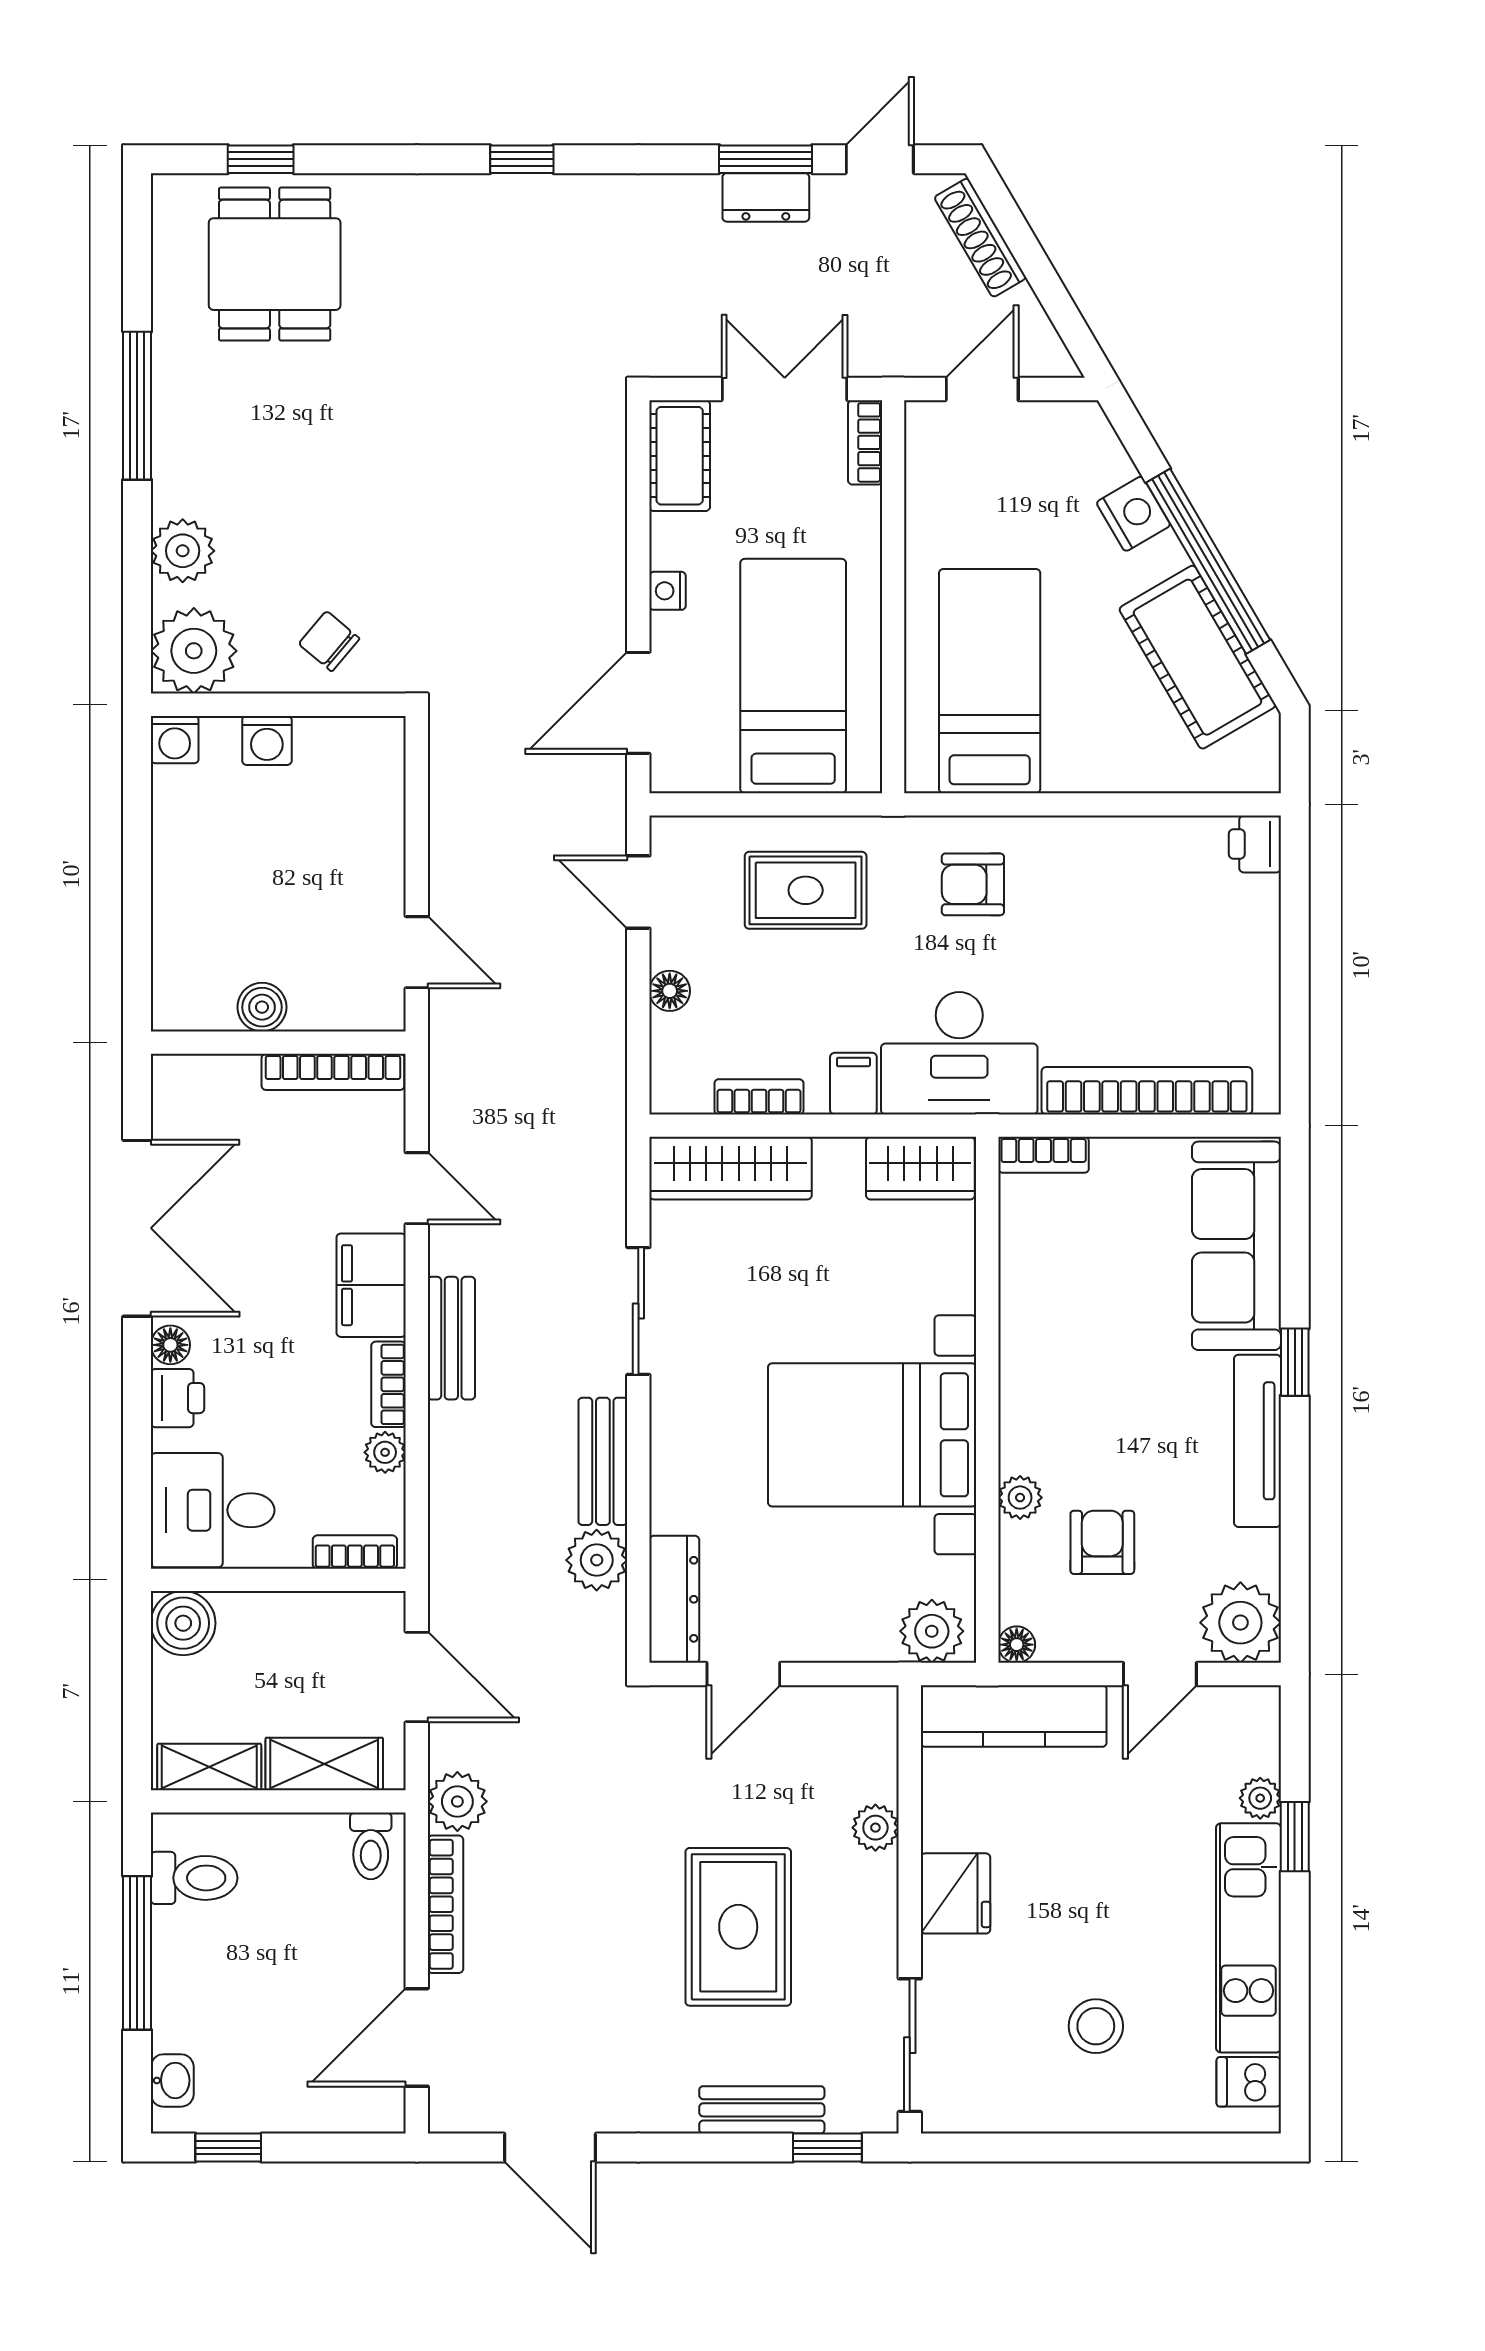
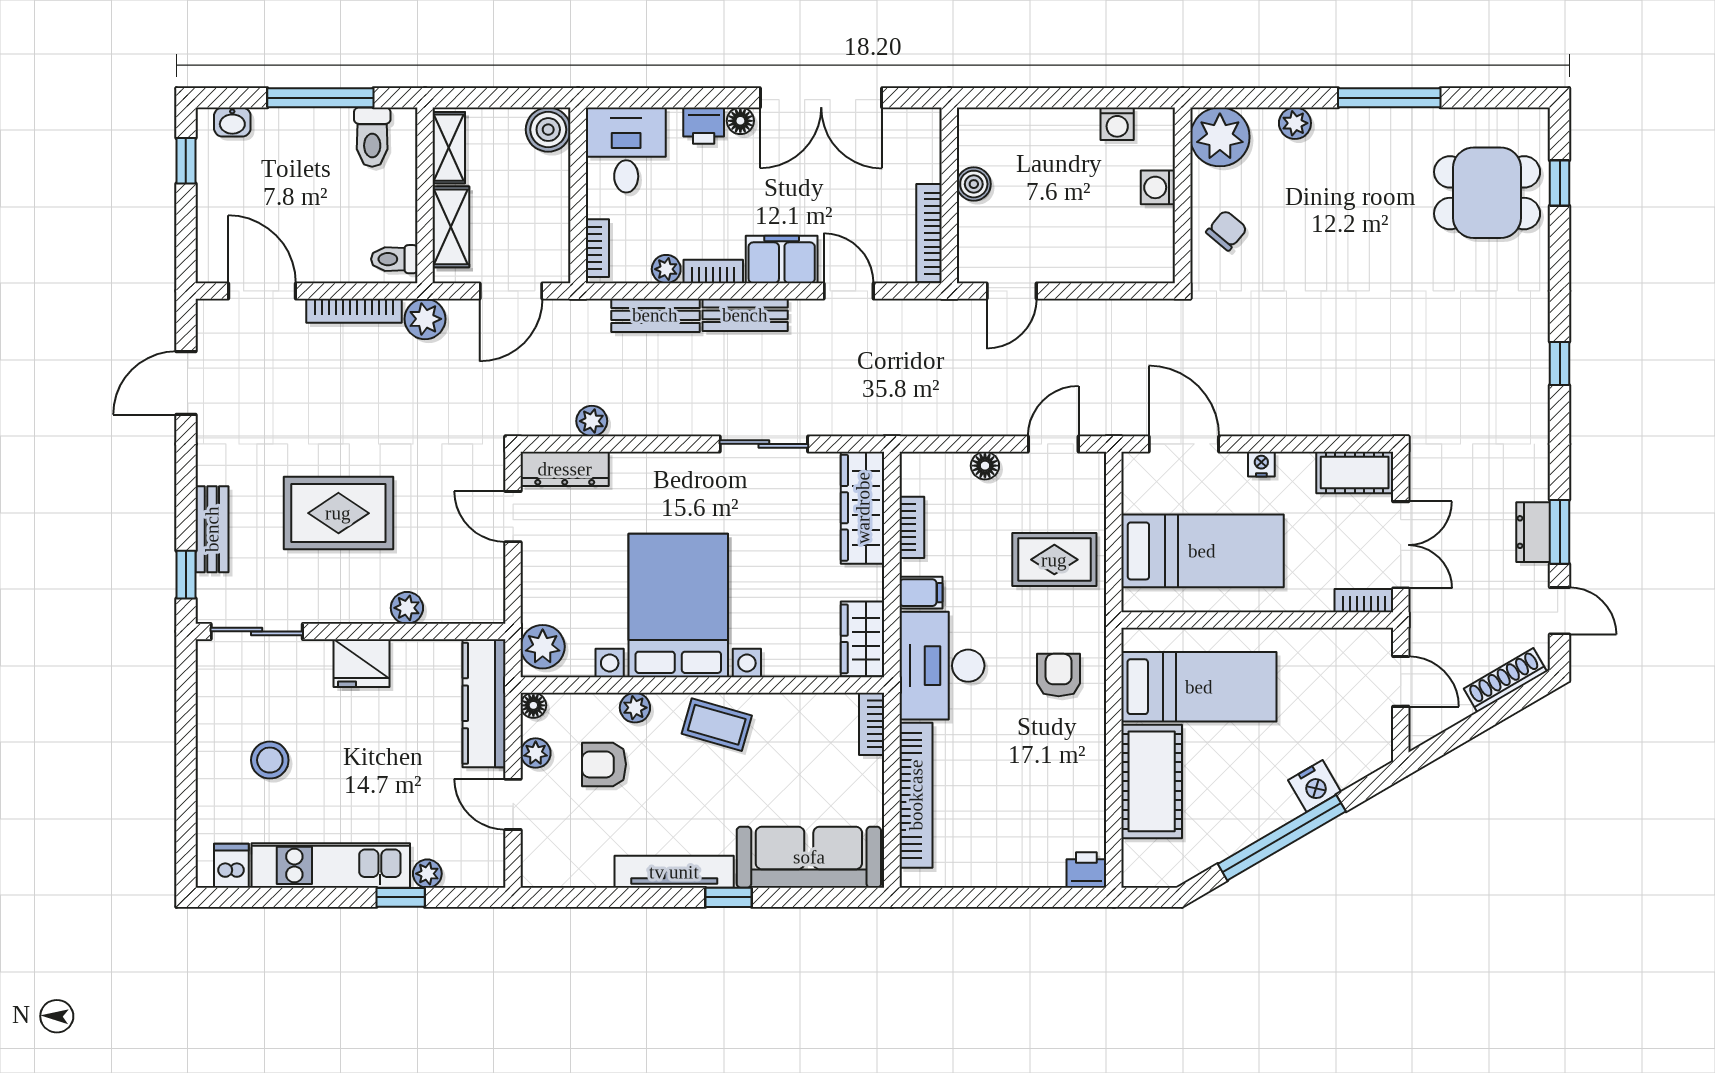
plant: (183, 551) -> (1295, 123), width x0.73, depth x0.73
cot: (1197, 657) -> (1152, 781), moved, turned -60
washing machine: (175, 740) -> (1117, 124), moved, turned -90
rug: (806, 890) -> (1054, 560), turned 90
door: (417, 1188) -> (849, 291), swing flipped
coffee table: (1045, 1379) -> (717, 725), added
bench: (603, 1461) -> (655, 315), moved
armchair: (1102, 1542) -> (604, 764), turned 180
plant: (597, 1560) -> (592, 421), width x0.73, depth x0.73
plant: (1240, 1623) -> (536, 753), moved, width x0.53, depth x0.53

